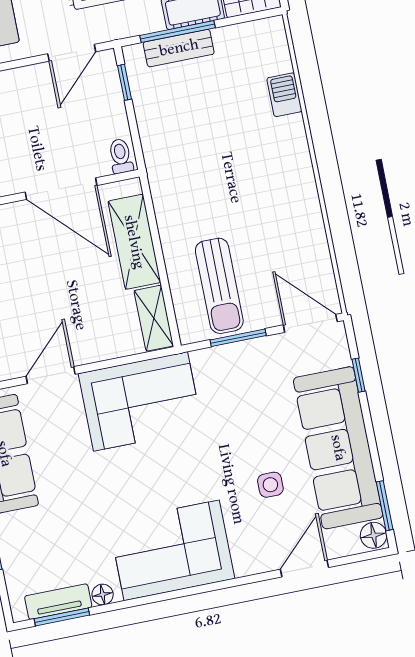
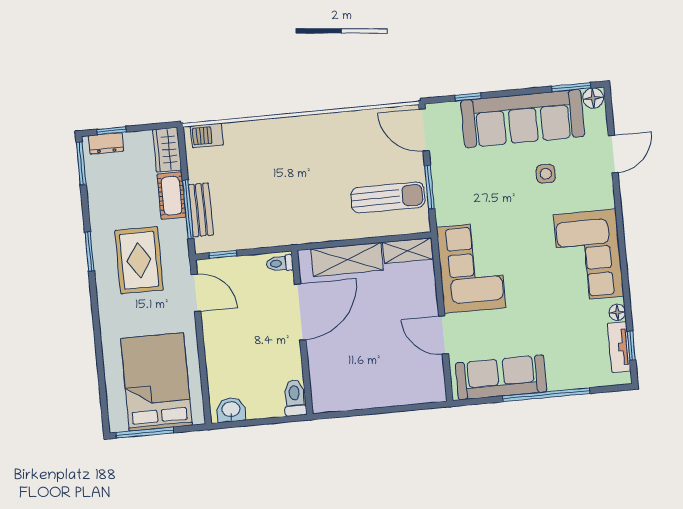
barbecue: (284, 95) -> (207, 135), moved
door: (310, 323) -> (424, 130), hinge flipped
door: (305, 568) -> (613, 154), swing flipped
window: (62, 617) -> (631, 346), width x0.67

